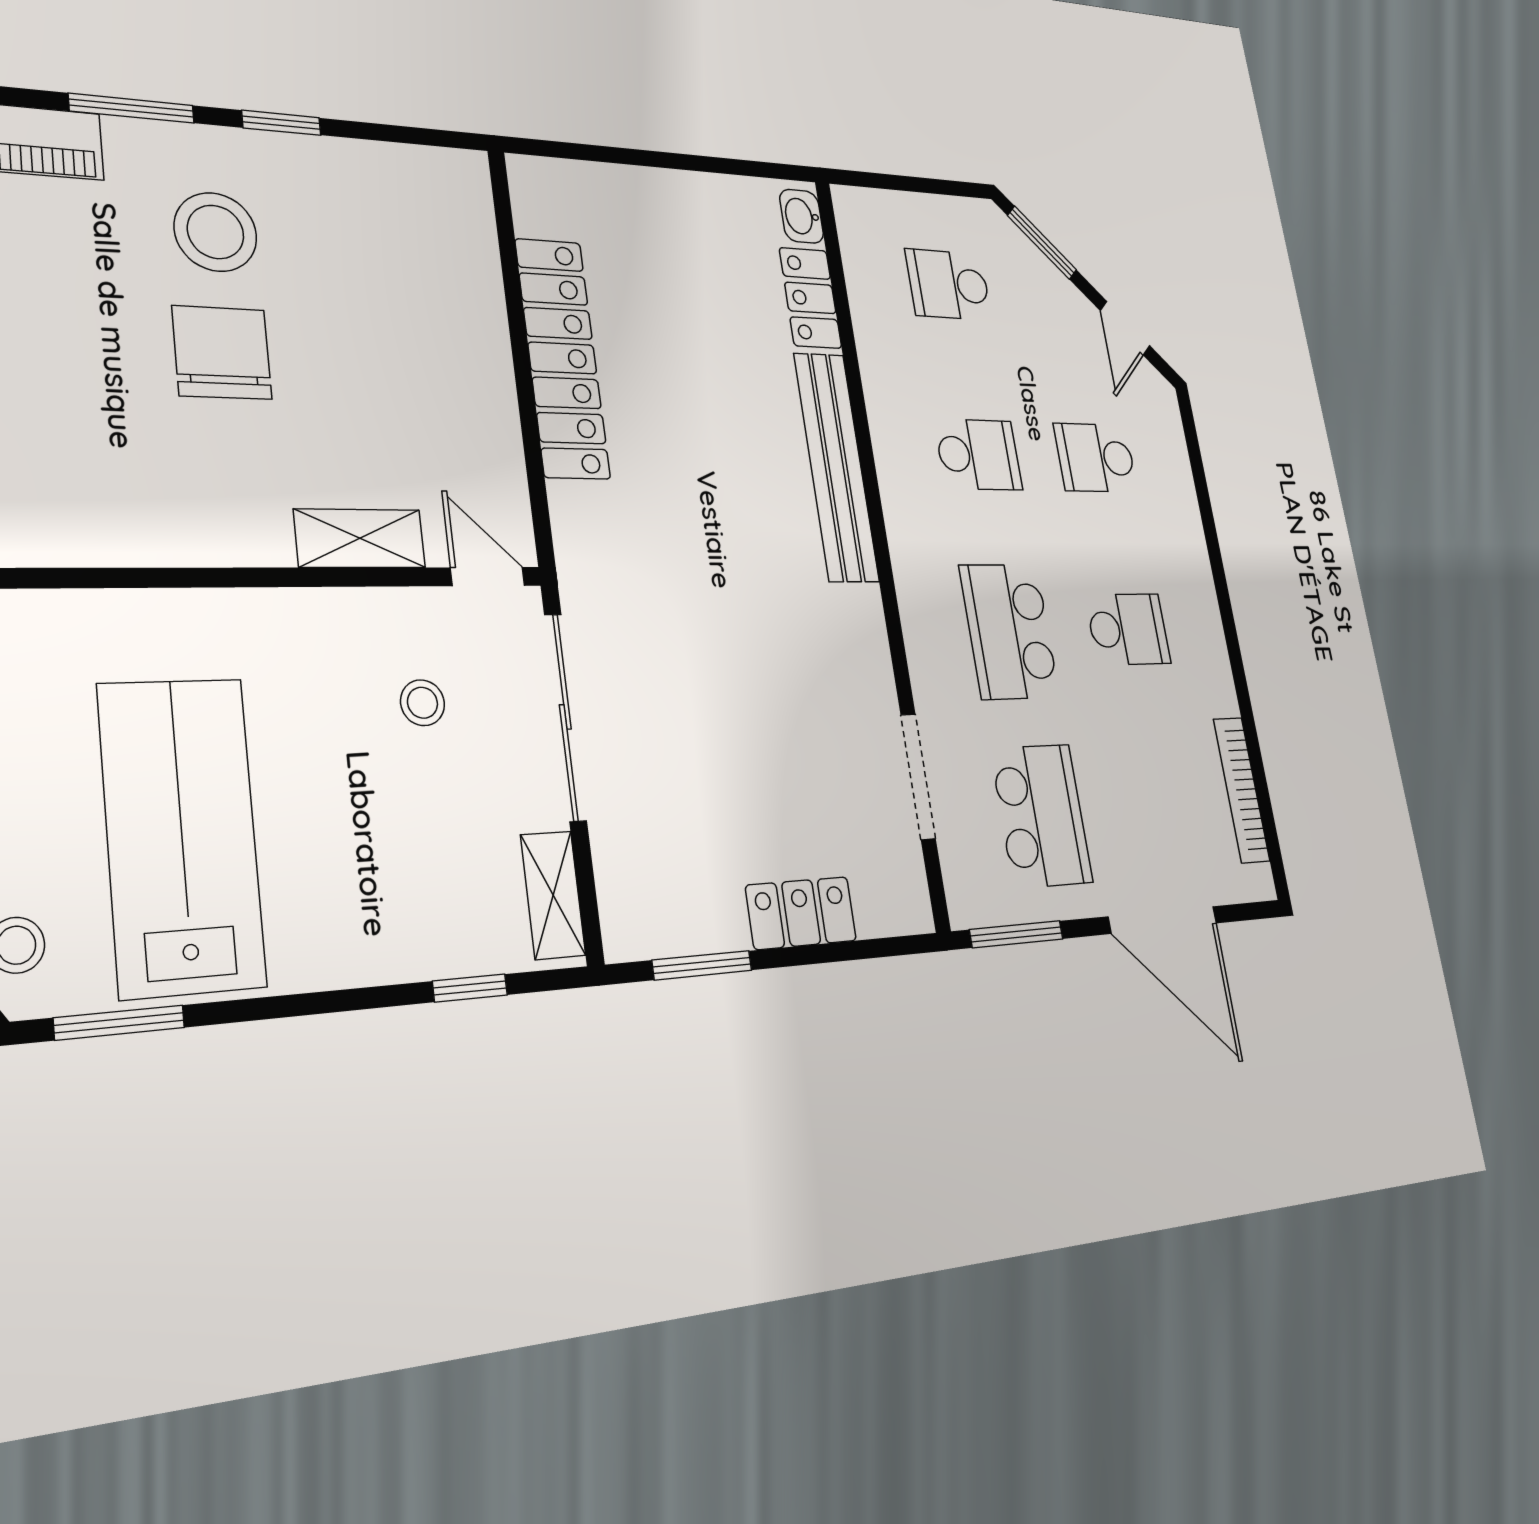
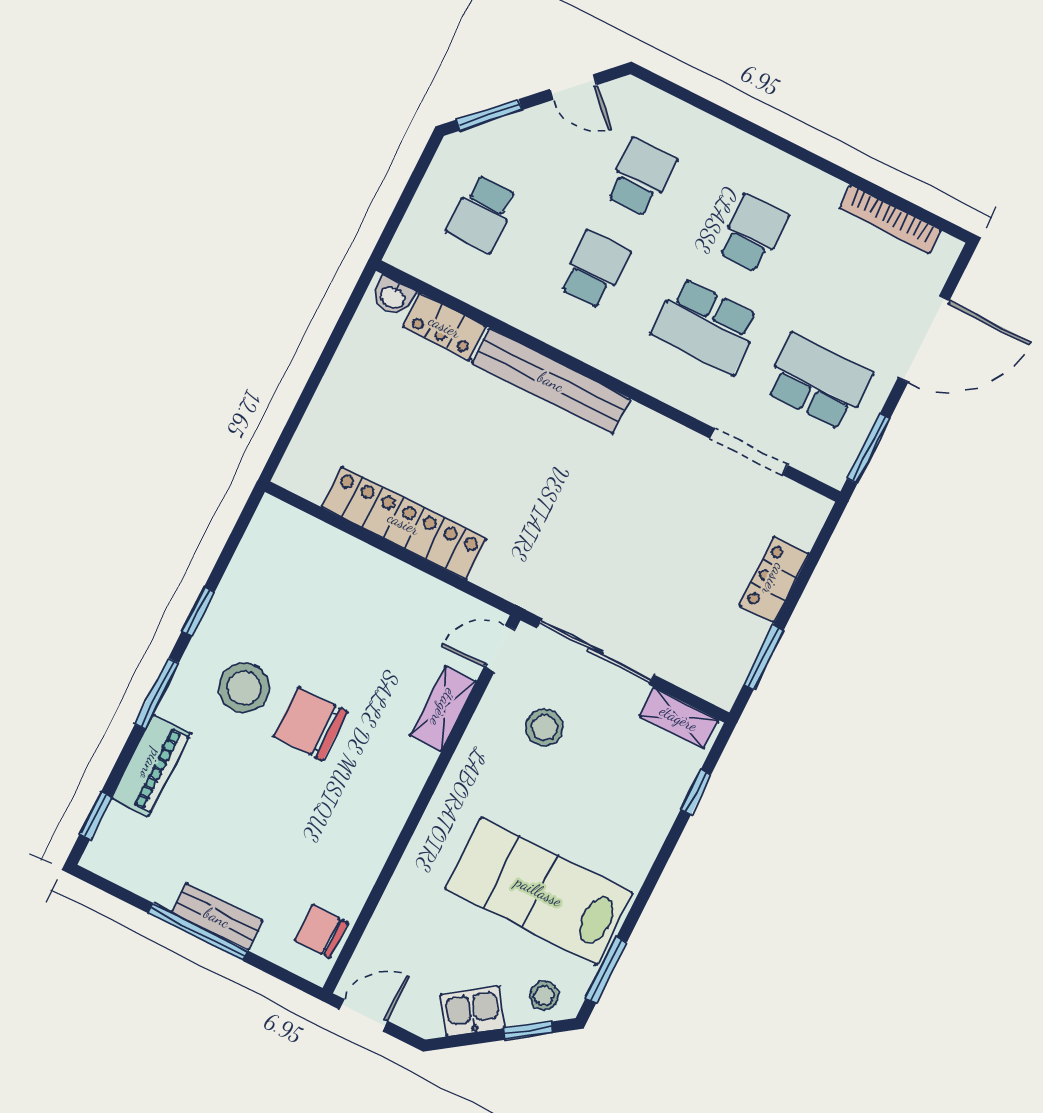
school desk: (1096, 458) -> (641, 177), turned 180
stool: (423, 703) -> (544, 728), width x1.37, depth x1.37

